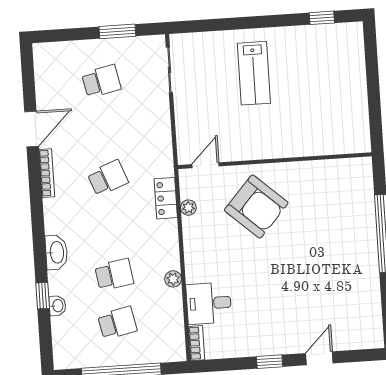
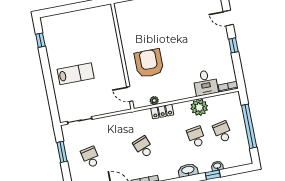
locker: (166, 198) -> (162, 111), moved
armchair: (256, 207) -> (149, 63), turned -42
plant: (173, 279) -> (199, 107), width x1.88, depth x1.88

